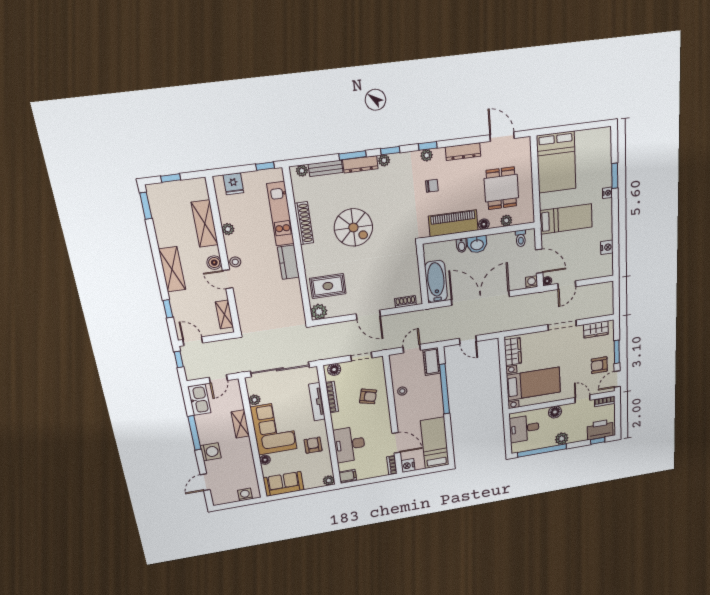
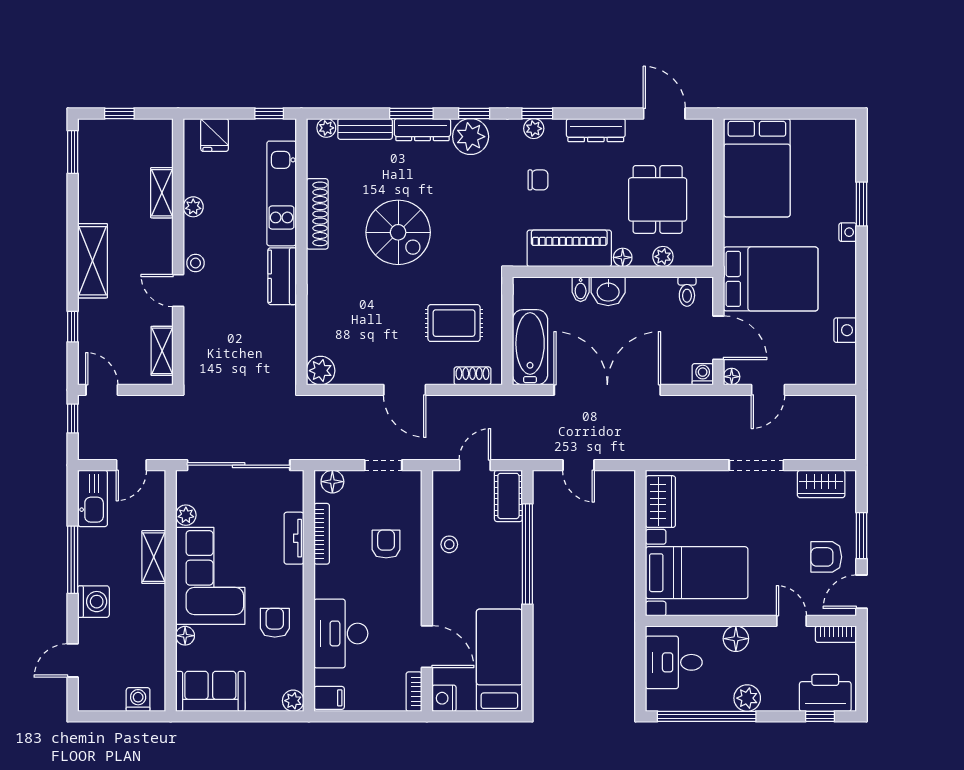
plant: (384, 160) -> (471, 137), width x1.88, depth x1.88
bed: (566, 219) -> (771, 279), width x1.50
shelving: (205, 224) -> (162, 193), width x0.67, depth x0.75
boiler: (214, 263) -> (162, 259), removed
rug: (328, 286) -> (454, 323), moved
armchair: (368, 396) -> (386, 544), turned -105
tv unit: (317, 402) -> (294, 538), width x0.71

